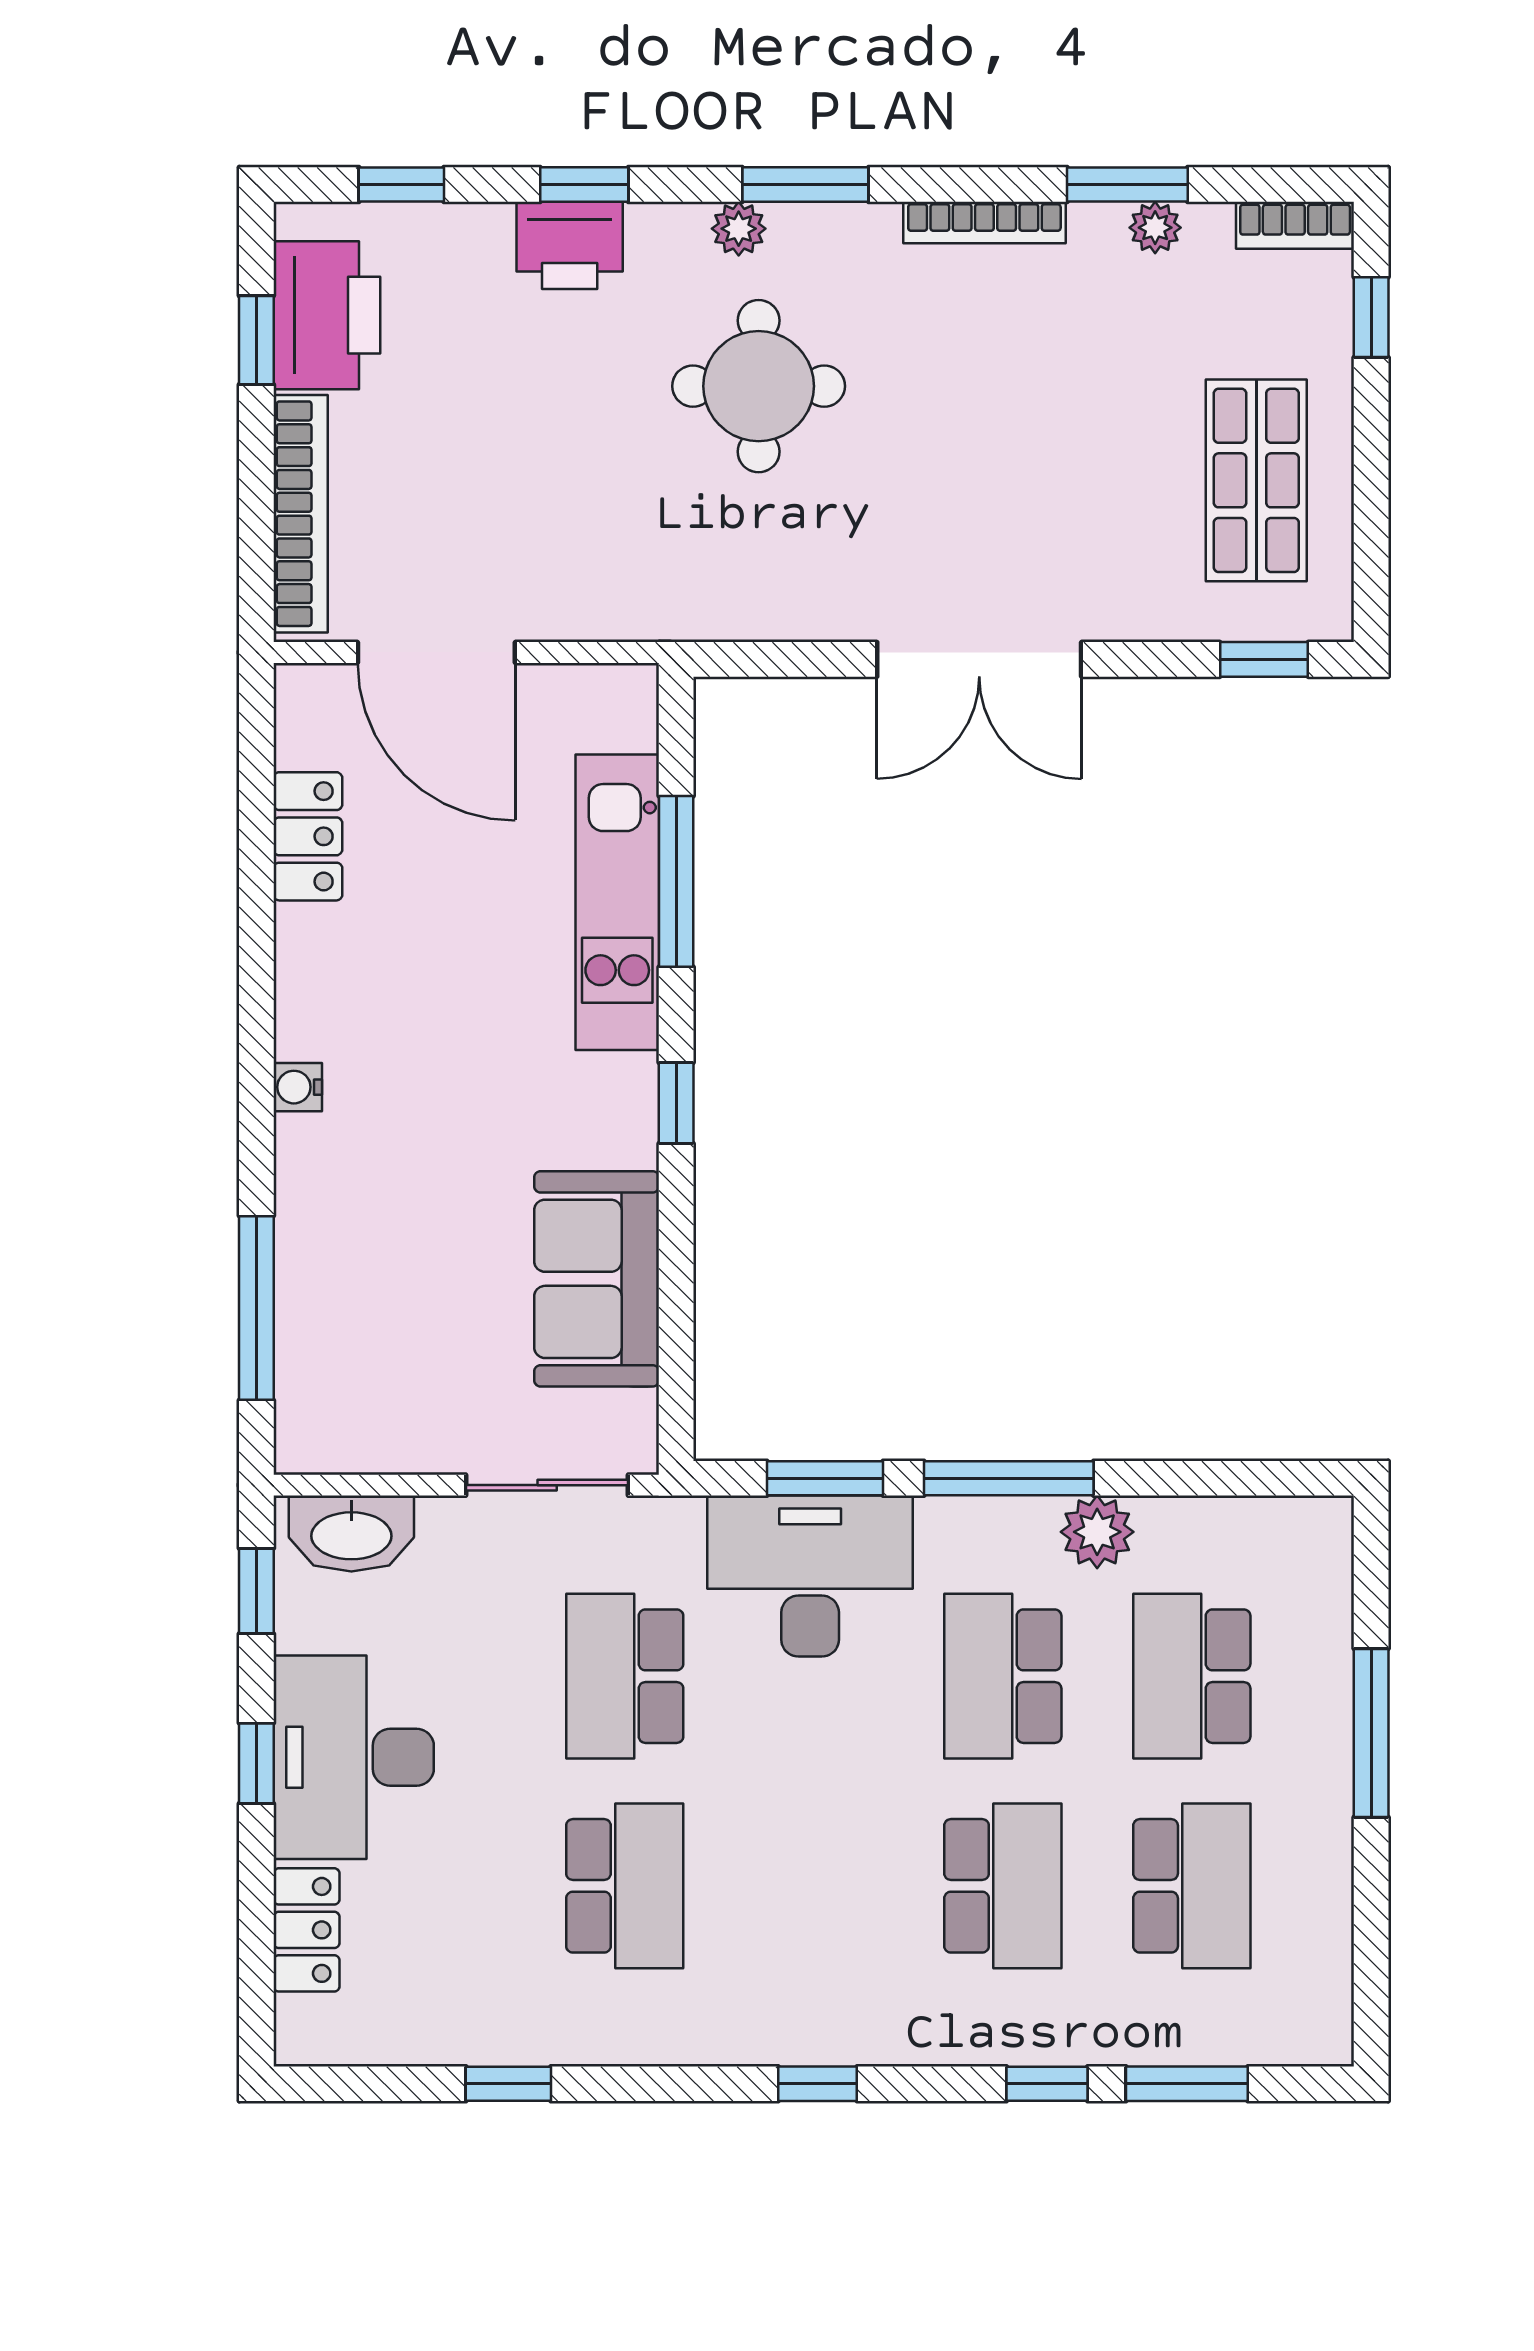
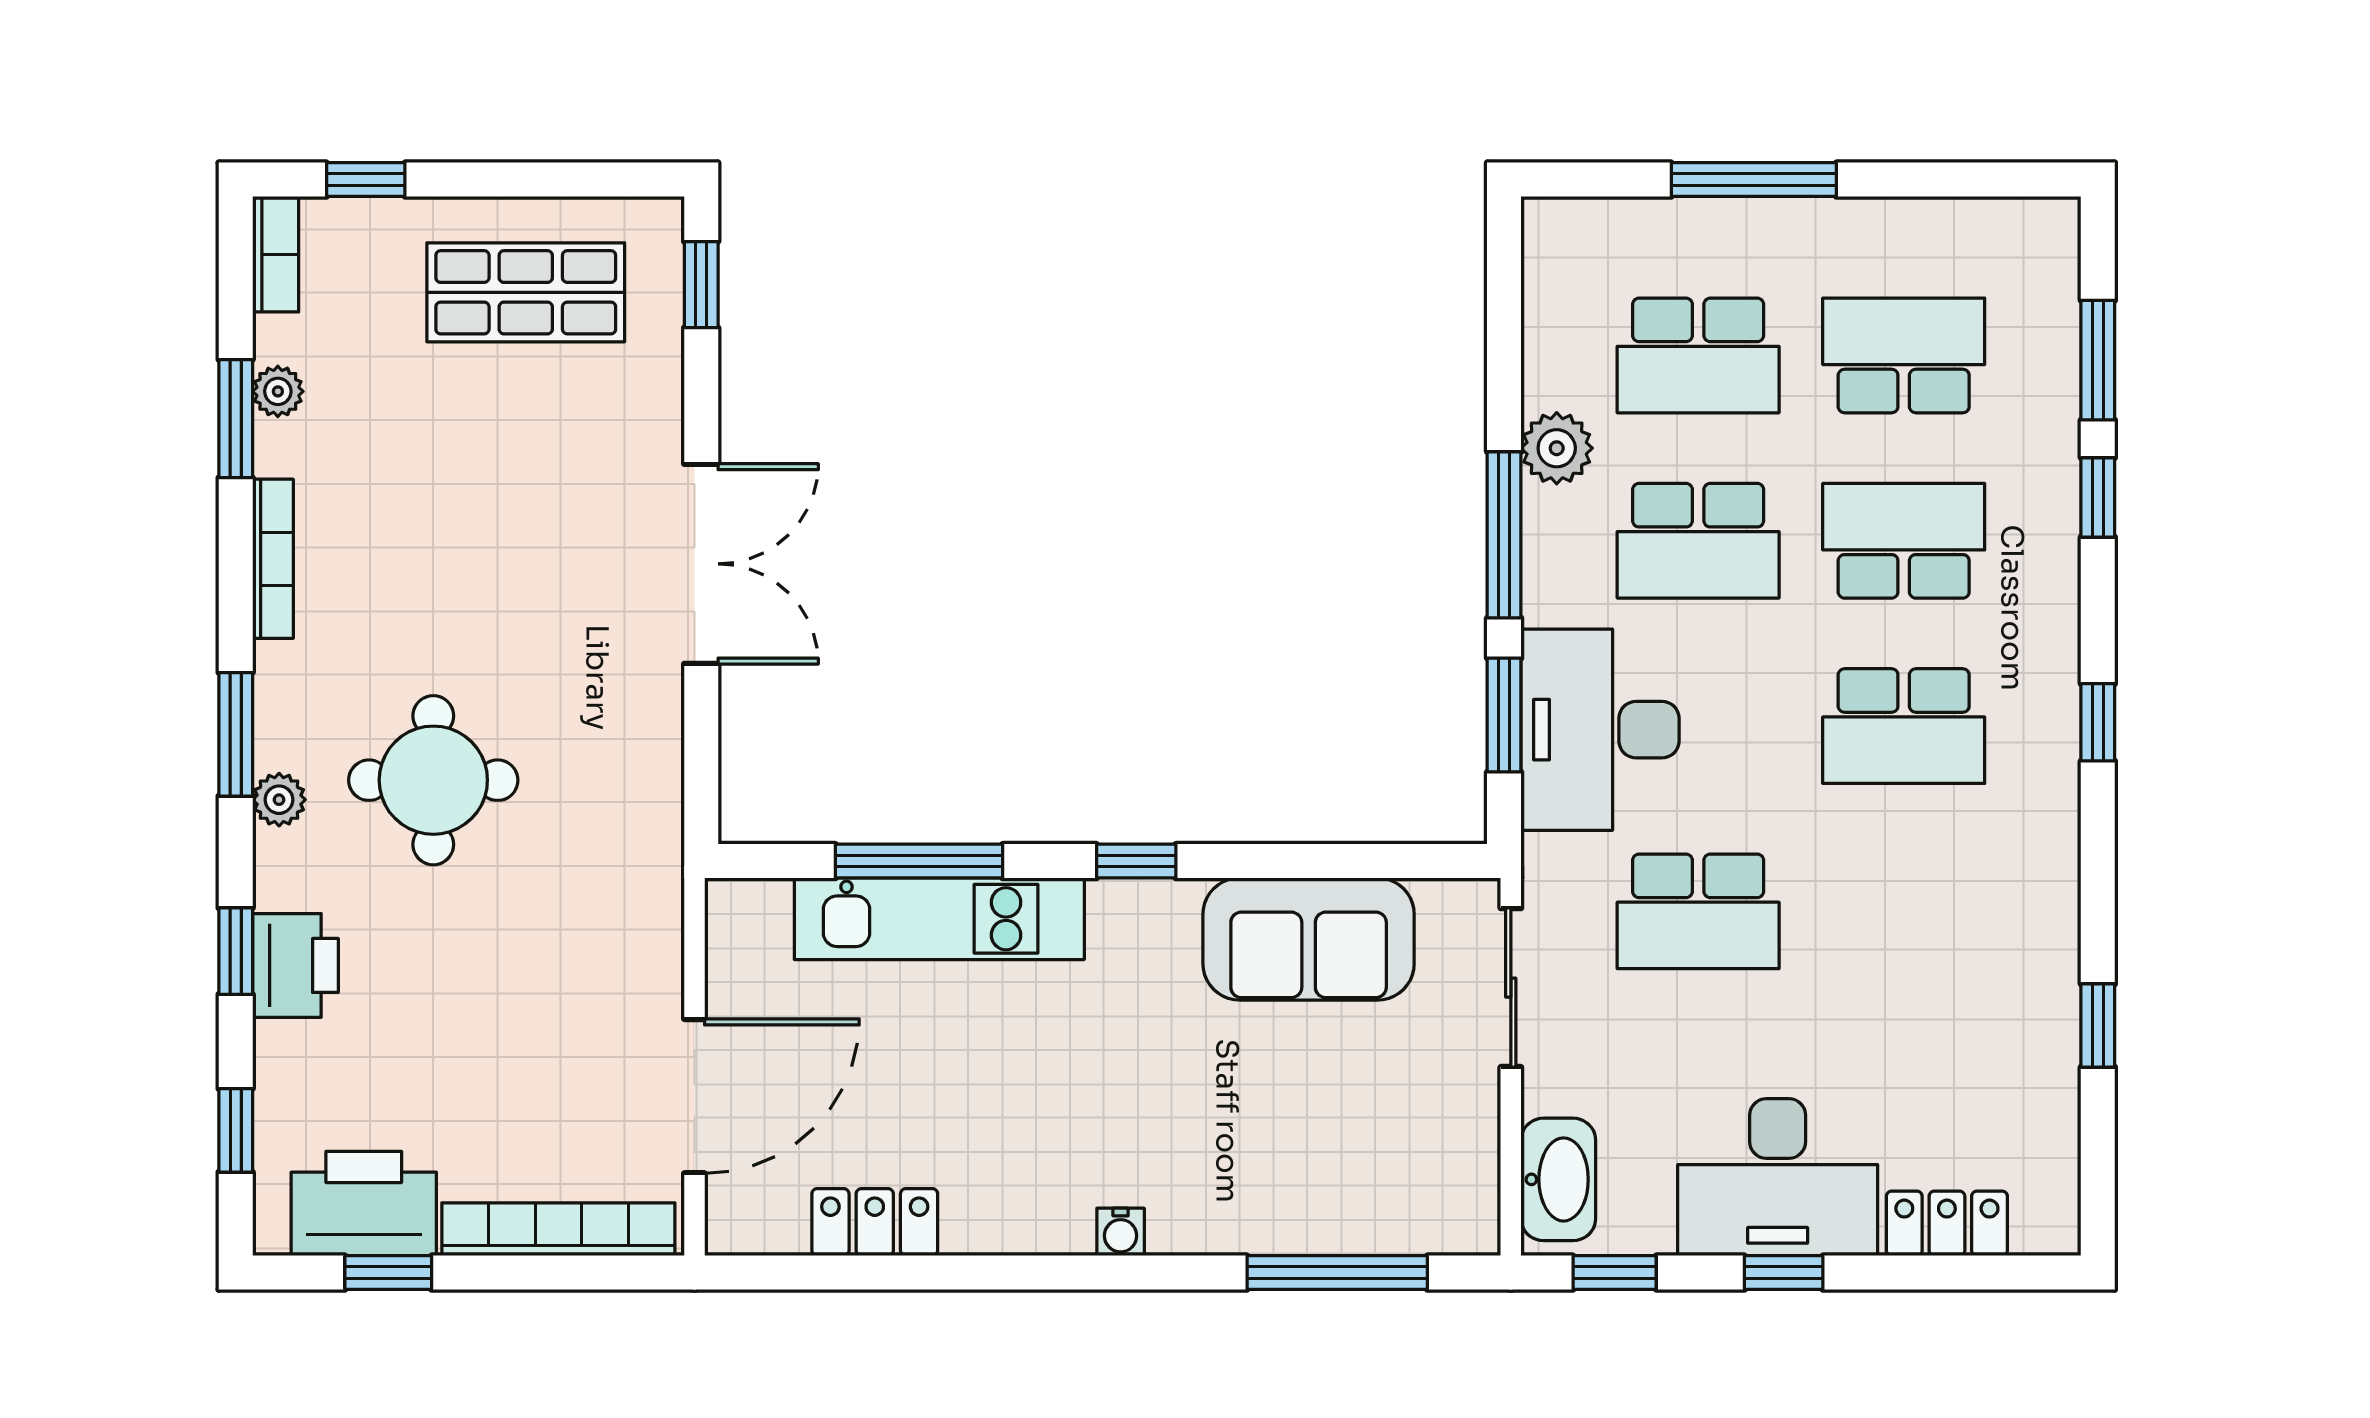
school desk: (625, 1886) -> (1904, 726), moved, turned 180

